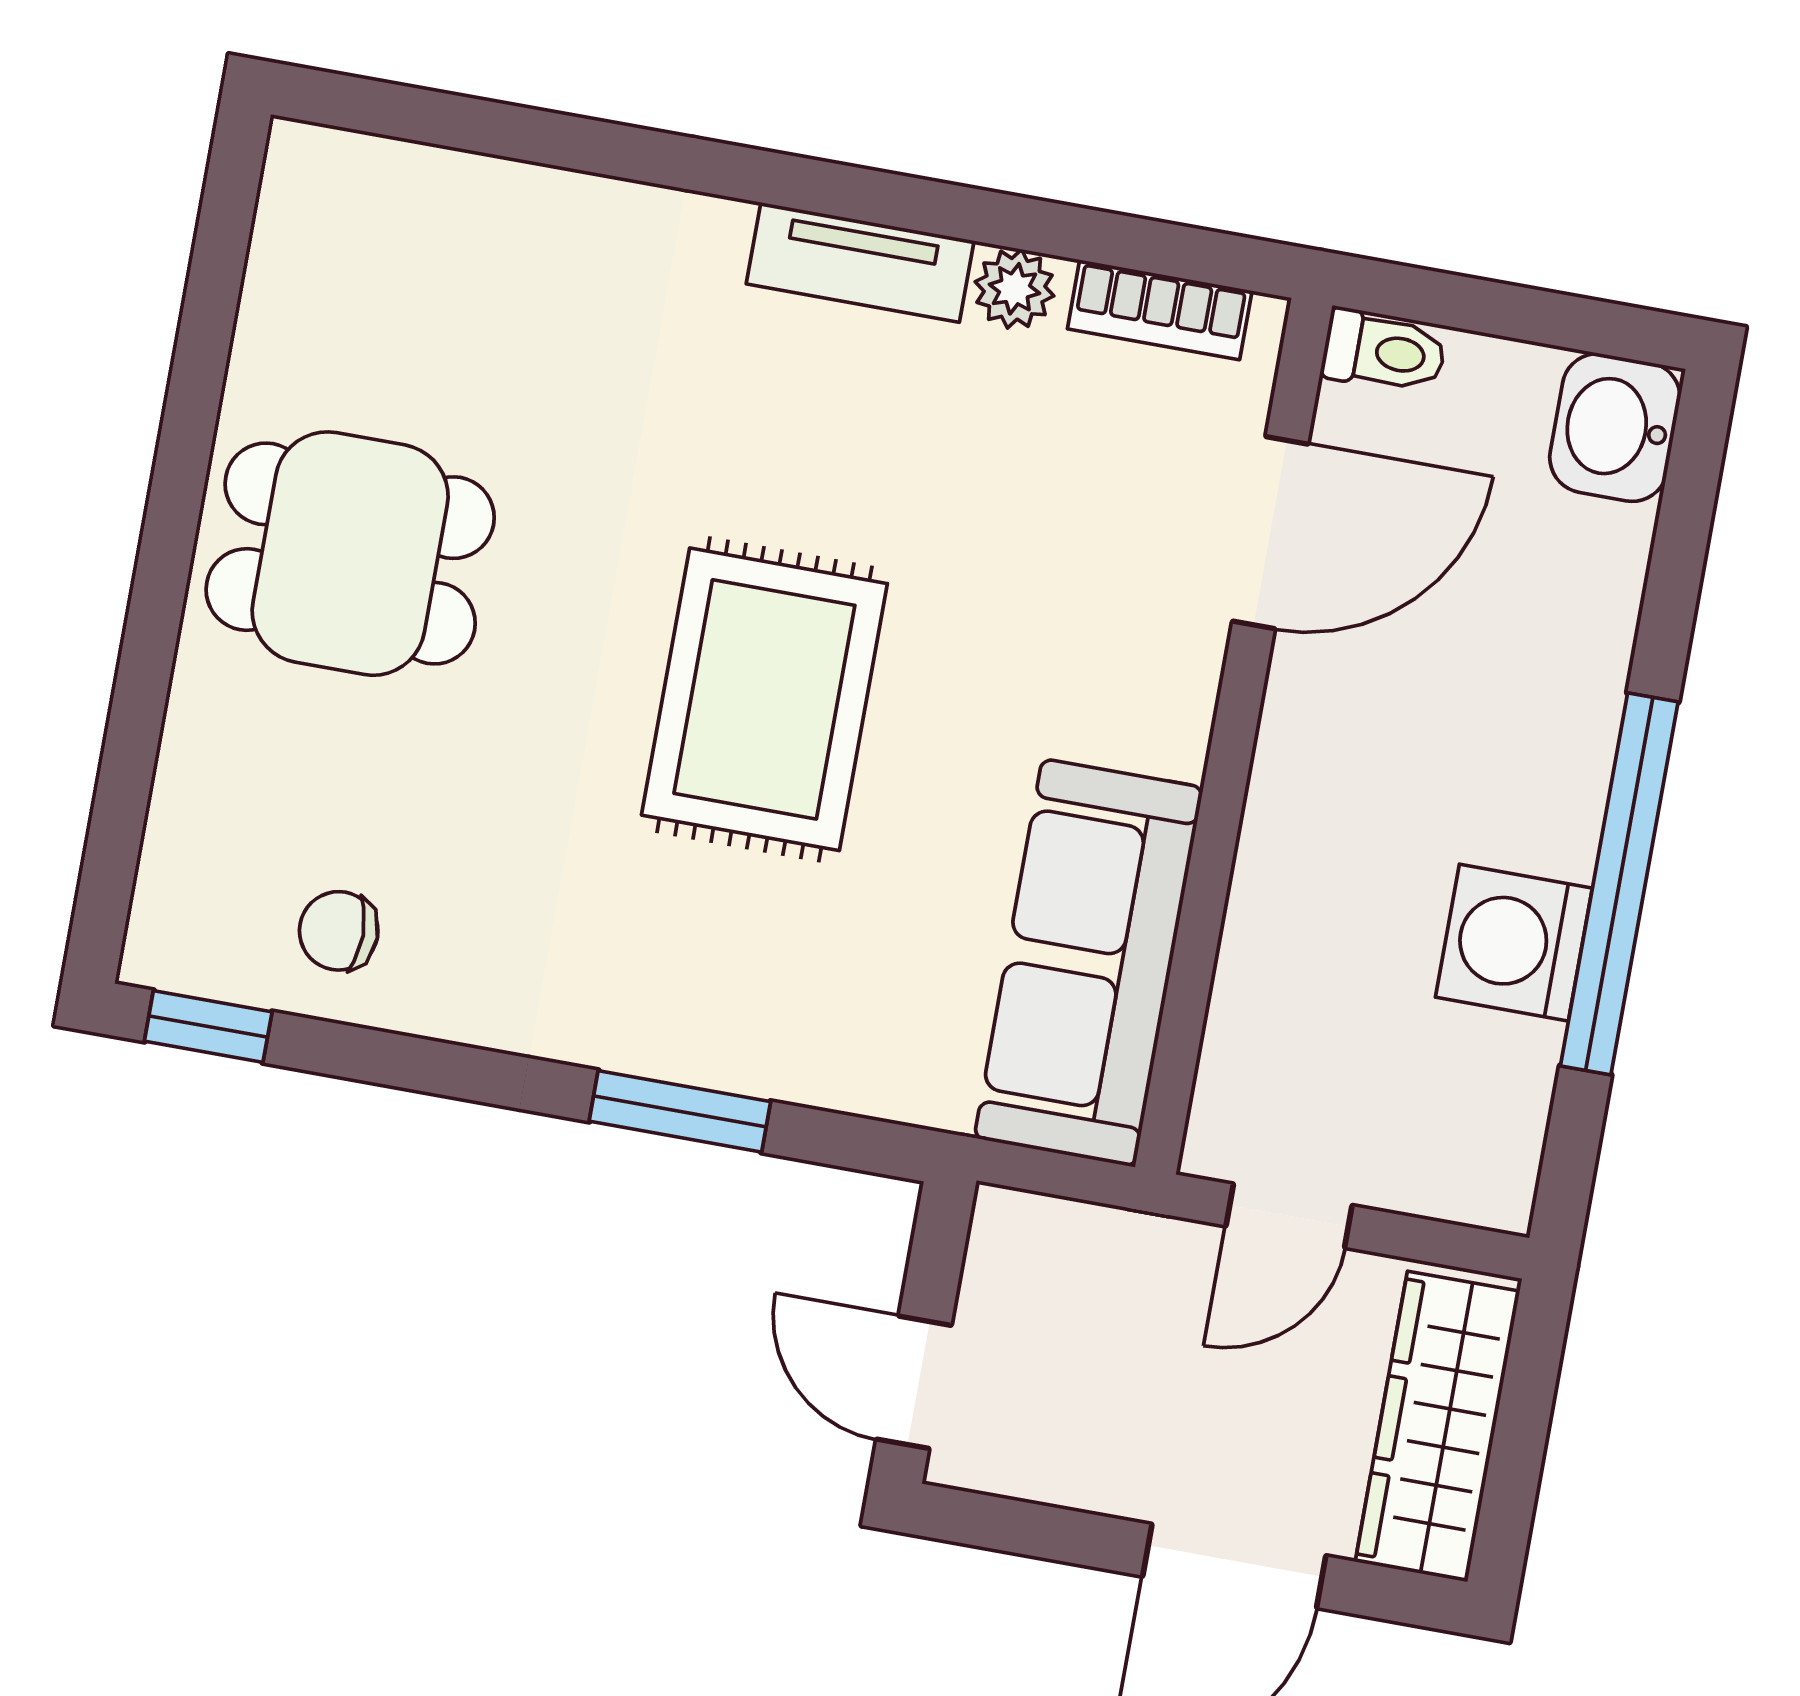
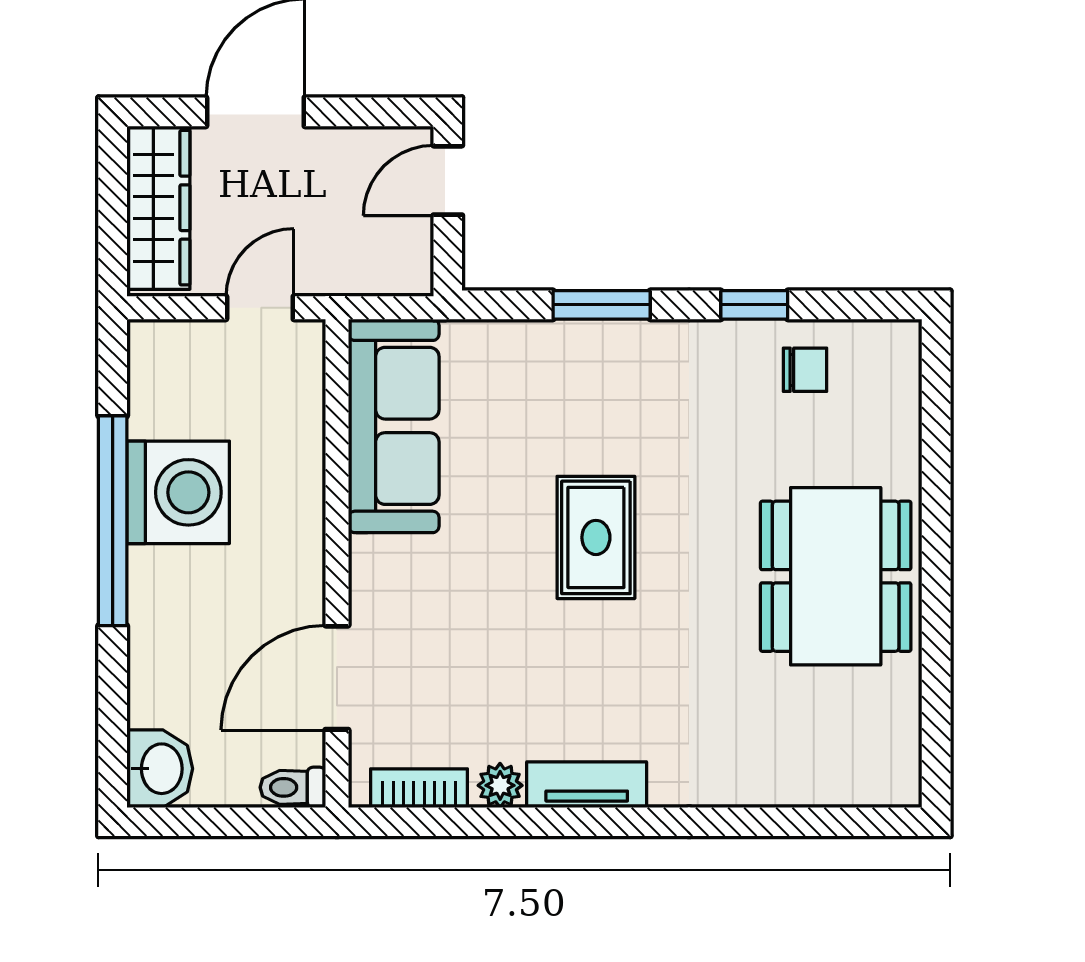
dining table: (350, 554) -> (836, 576), width x1.38
rug: (764, 699) -> (596, 537), width x0.73, depth x0.70
washing machine: (1514, 943) -> (178, 492), width x1.37, depth x1.37
window: (208, 1027) -> (754, 305), moved
door: (914, 1382) -> (448, 180), swing flipped

